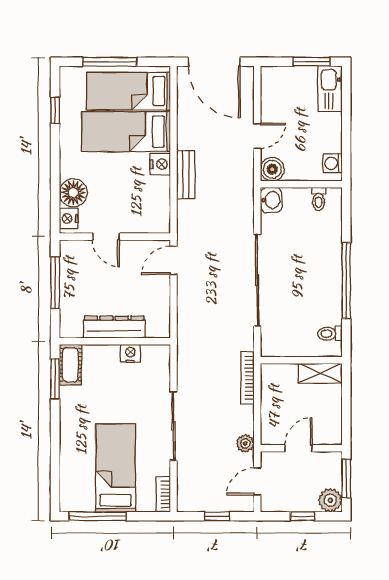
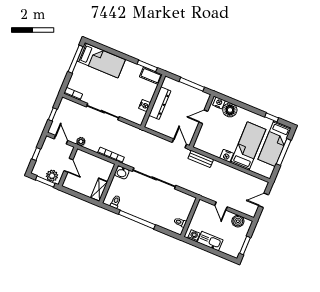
door: (214, 62) -> (264, 200), width x0.53
kitchen sink: (330, 89) -> (210, 241), moved
bed: (128, 91) -> (275, 144), moved, turned 180
boiler: (272, 169) -> (238, 221), moved
bench: (186, 175) -> (201, 159), moved
washbasin: (271, 200) -> (122, 173), moved
bed: (116, 468) -> (101, 60), moved
plant: (330, 500) -> (52, 176), moved

